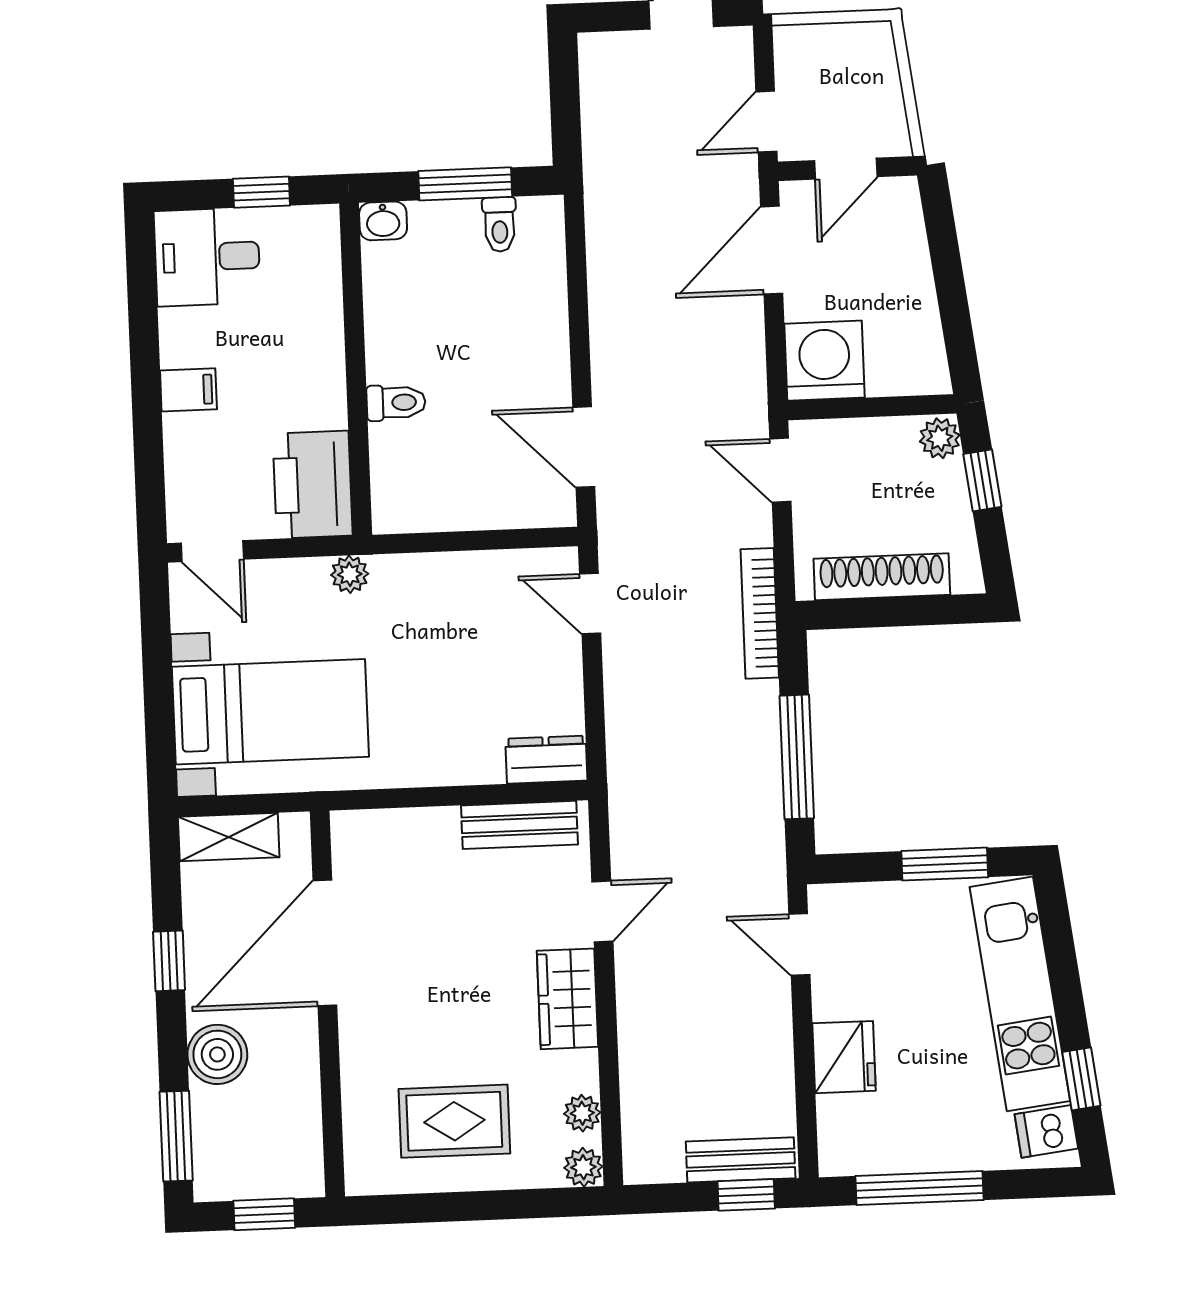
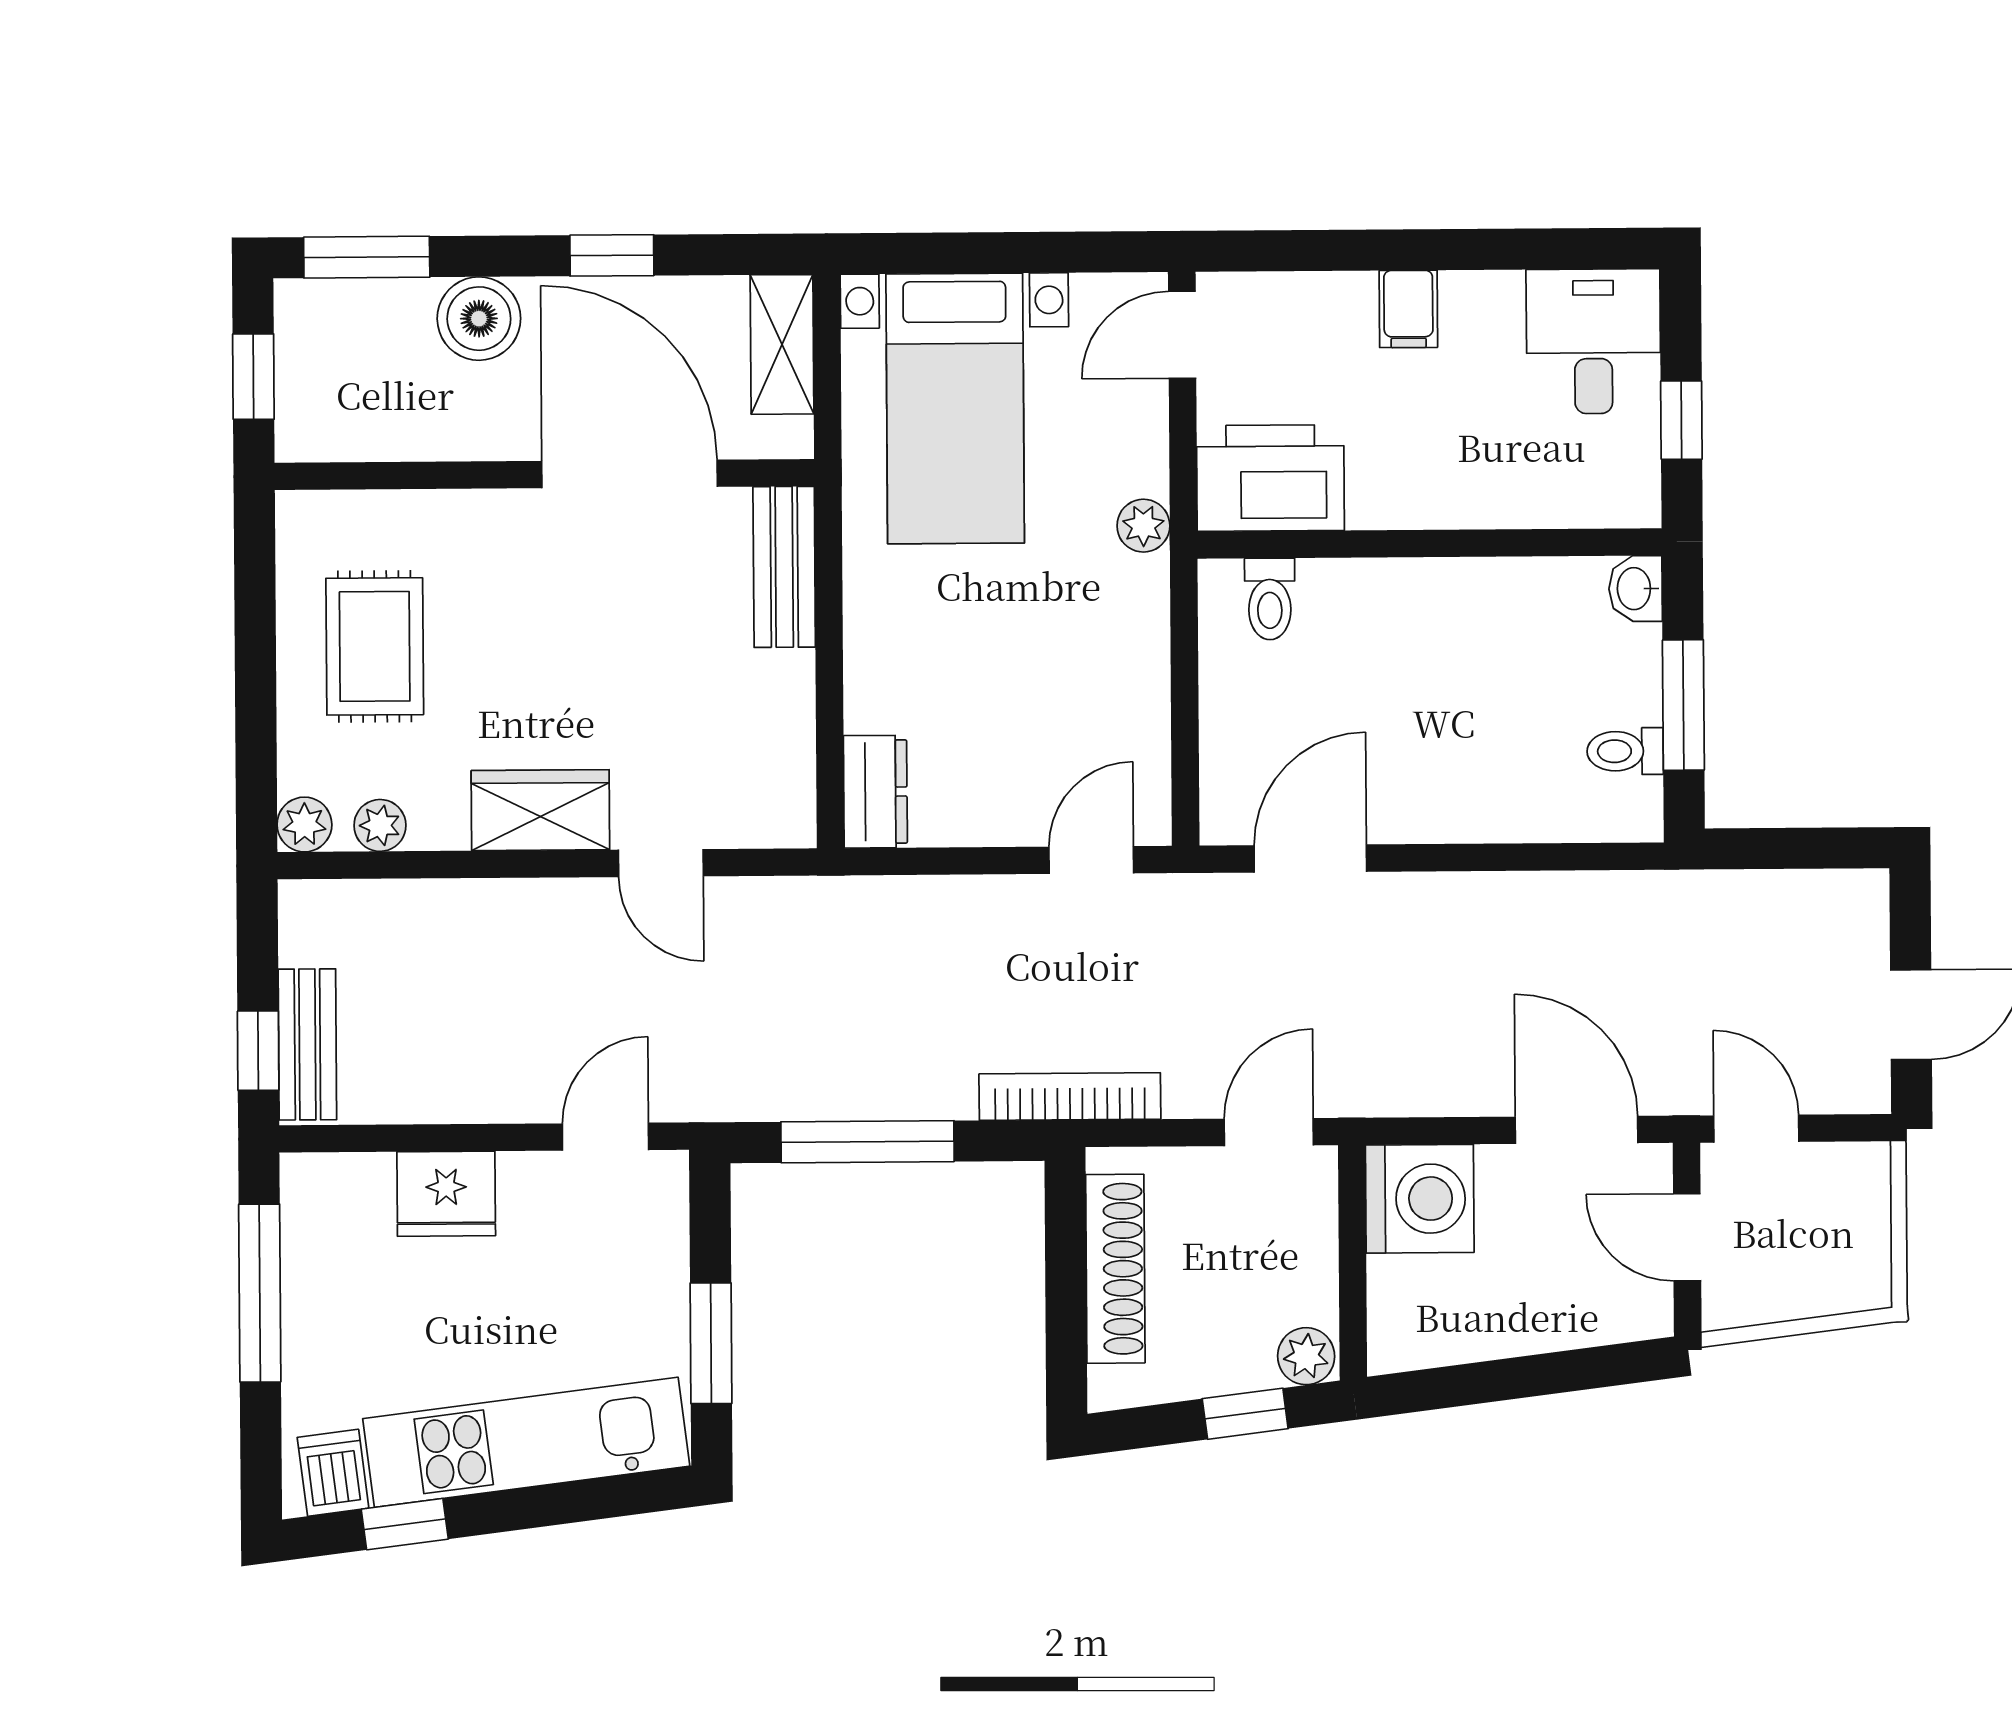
toilet: (396, 403) -> (1270, 599), moved
bench: (519, 825) -> (784, 567), moved

